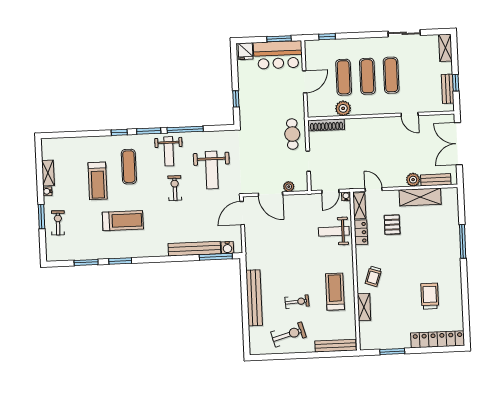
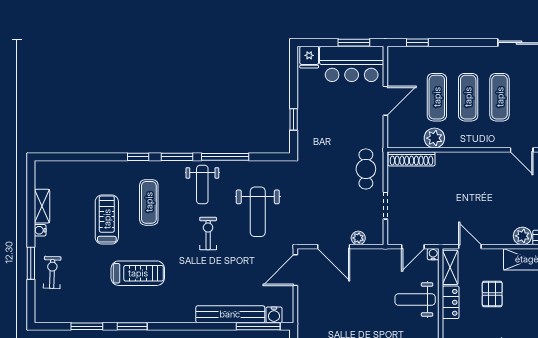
treadmill: (98, 181) -> (107, 219), turned 180

